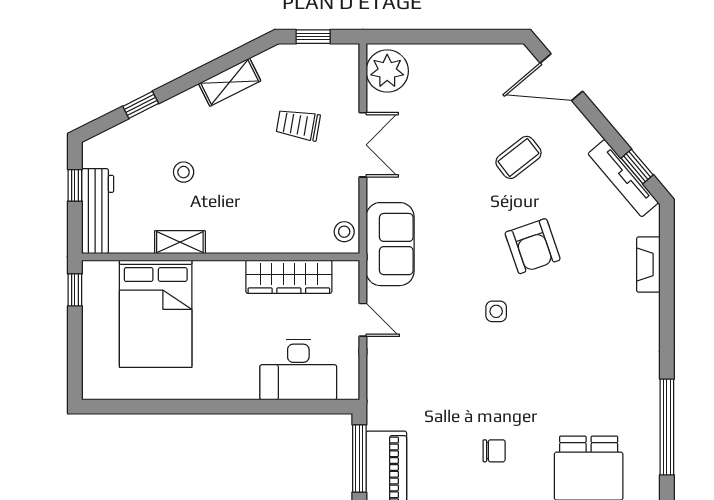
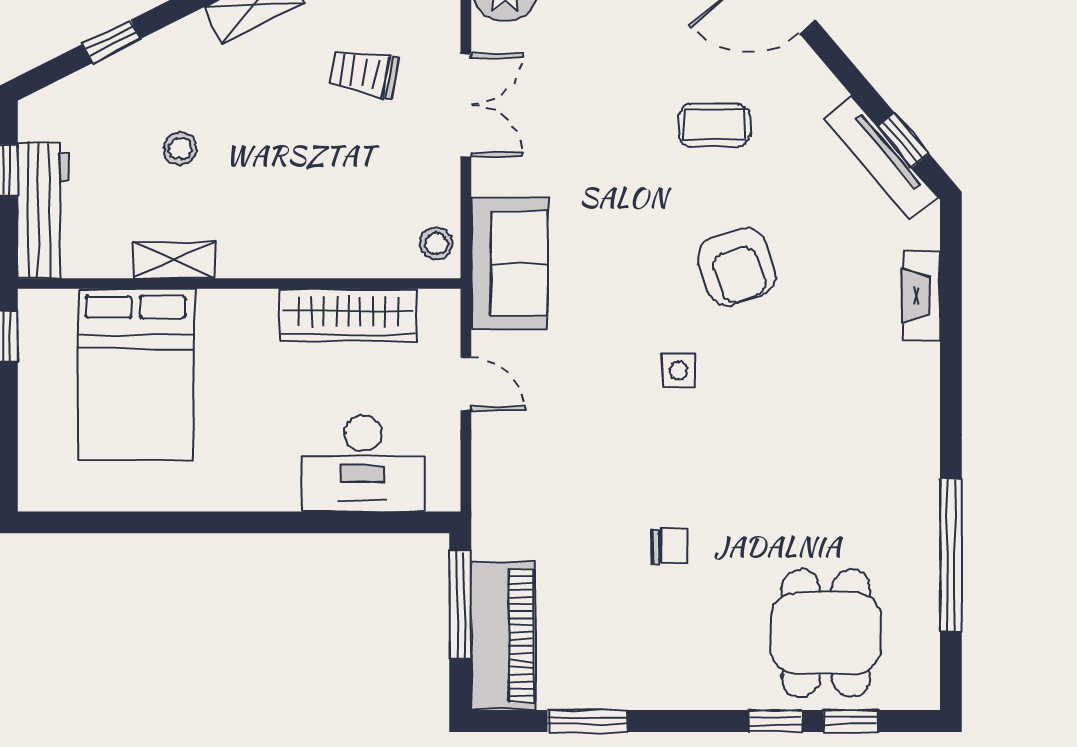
coffee table: (519, 157) -> (714, 125), turned 38
chair: (494, 451) -> (670, 547), moved

